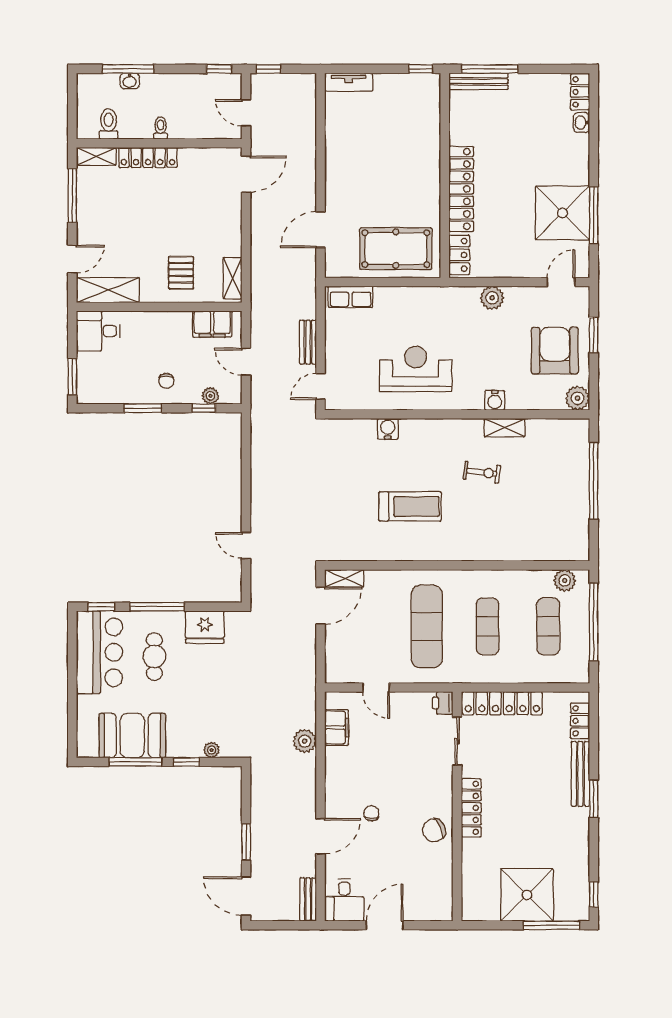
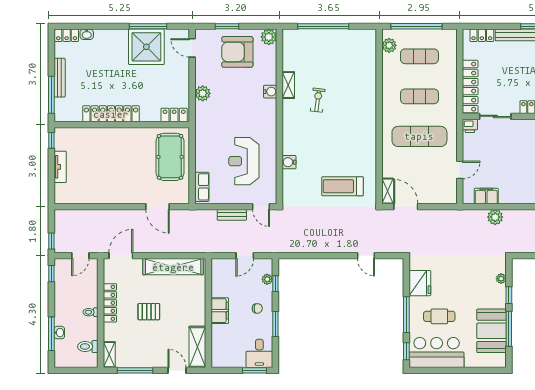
bench: (479, 81) -> (60, 78), moved
tv unit: (349, 82) -> (60, 167), moved
locker: (148, 157) -> (110, 303), moved
door: (246, 174) -> (121, 256), hinge flipped
locker: (461, 189) -> (111, 114), moved
pallet: (181, 273) -> (149, 312), moved
shelving: (233, 278) -> (173, 267), width x2.20, depth x1.33
filing cabinet: (212, 324) -> (220, 311), moved
desk: (98, 331) -> (259, 353), moved
reception desk: (416, 369) -> (244, 161), moved
treadmill: (410, 506) -> (342, 186), moved, turned -90
door: (246, 545) -> (366, 256), hinge flipped

